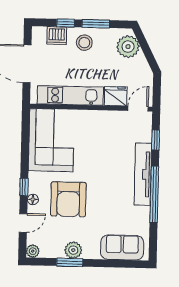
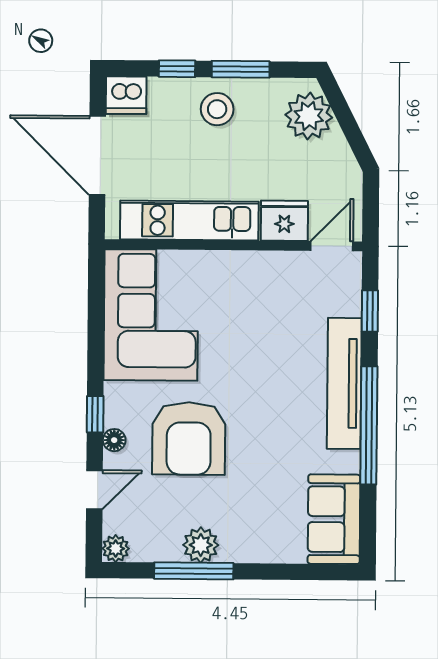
dishwasher: (57, 36) -> (126, 95), moved
sofa: (122, 247) -> (334, 519), moved, turned -90
window: (70, 262) -> (194, 571), width x1.44

